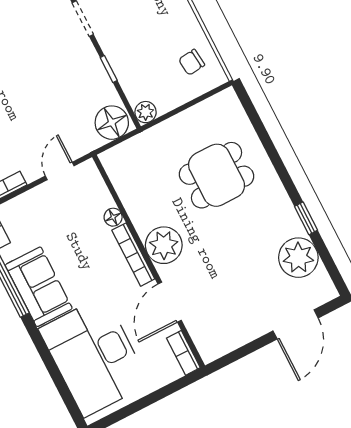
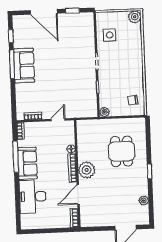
floor lamp: (112, 123) -> (89, 110), removed
dining table: (217, 175) -> (122, 151), turned 90
window: (306, 218) -> (150, 171), moved
plant: (298, 258) -> (144, 201), width x0.53, depth x0.53
desk: (94, 356) -> (33, 196), width x0.73, depth x0.77

